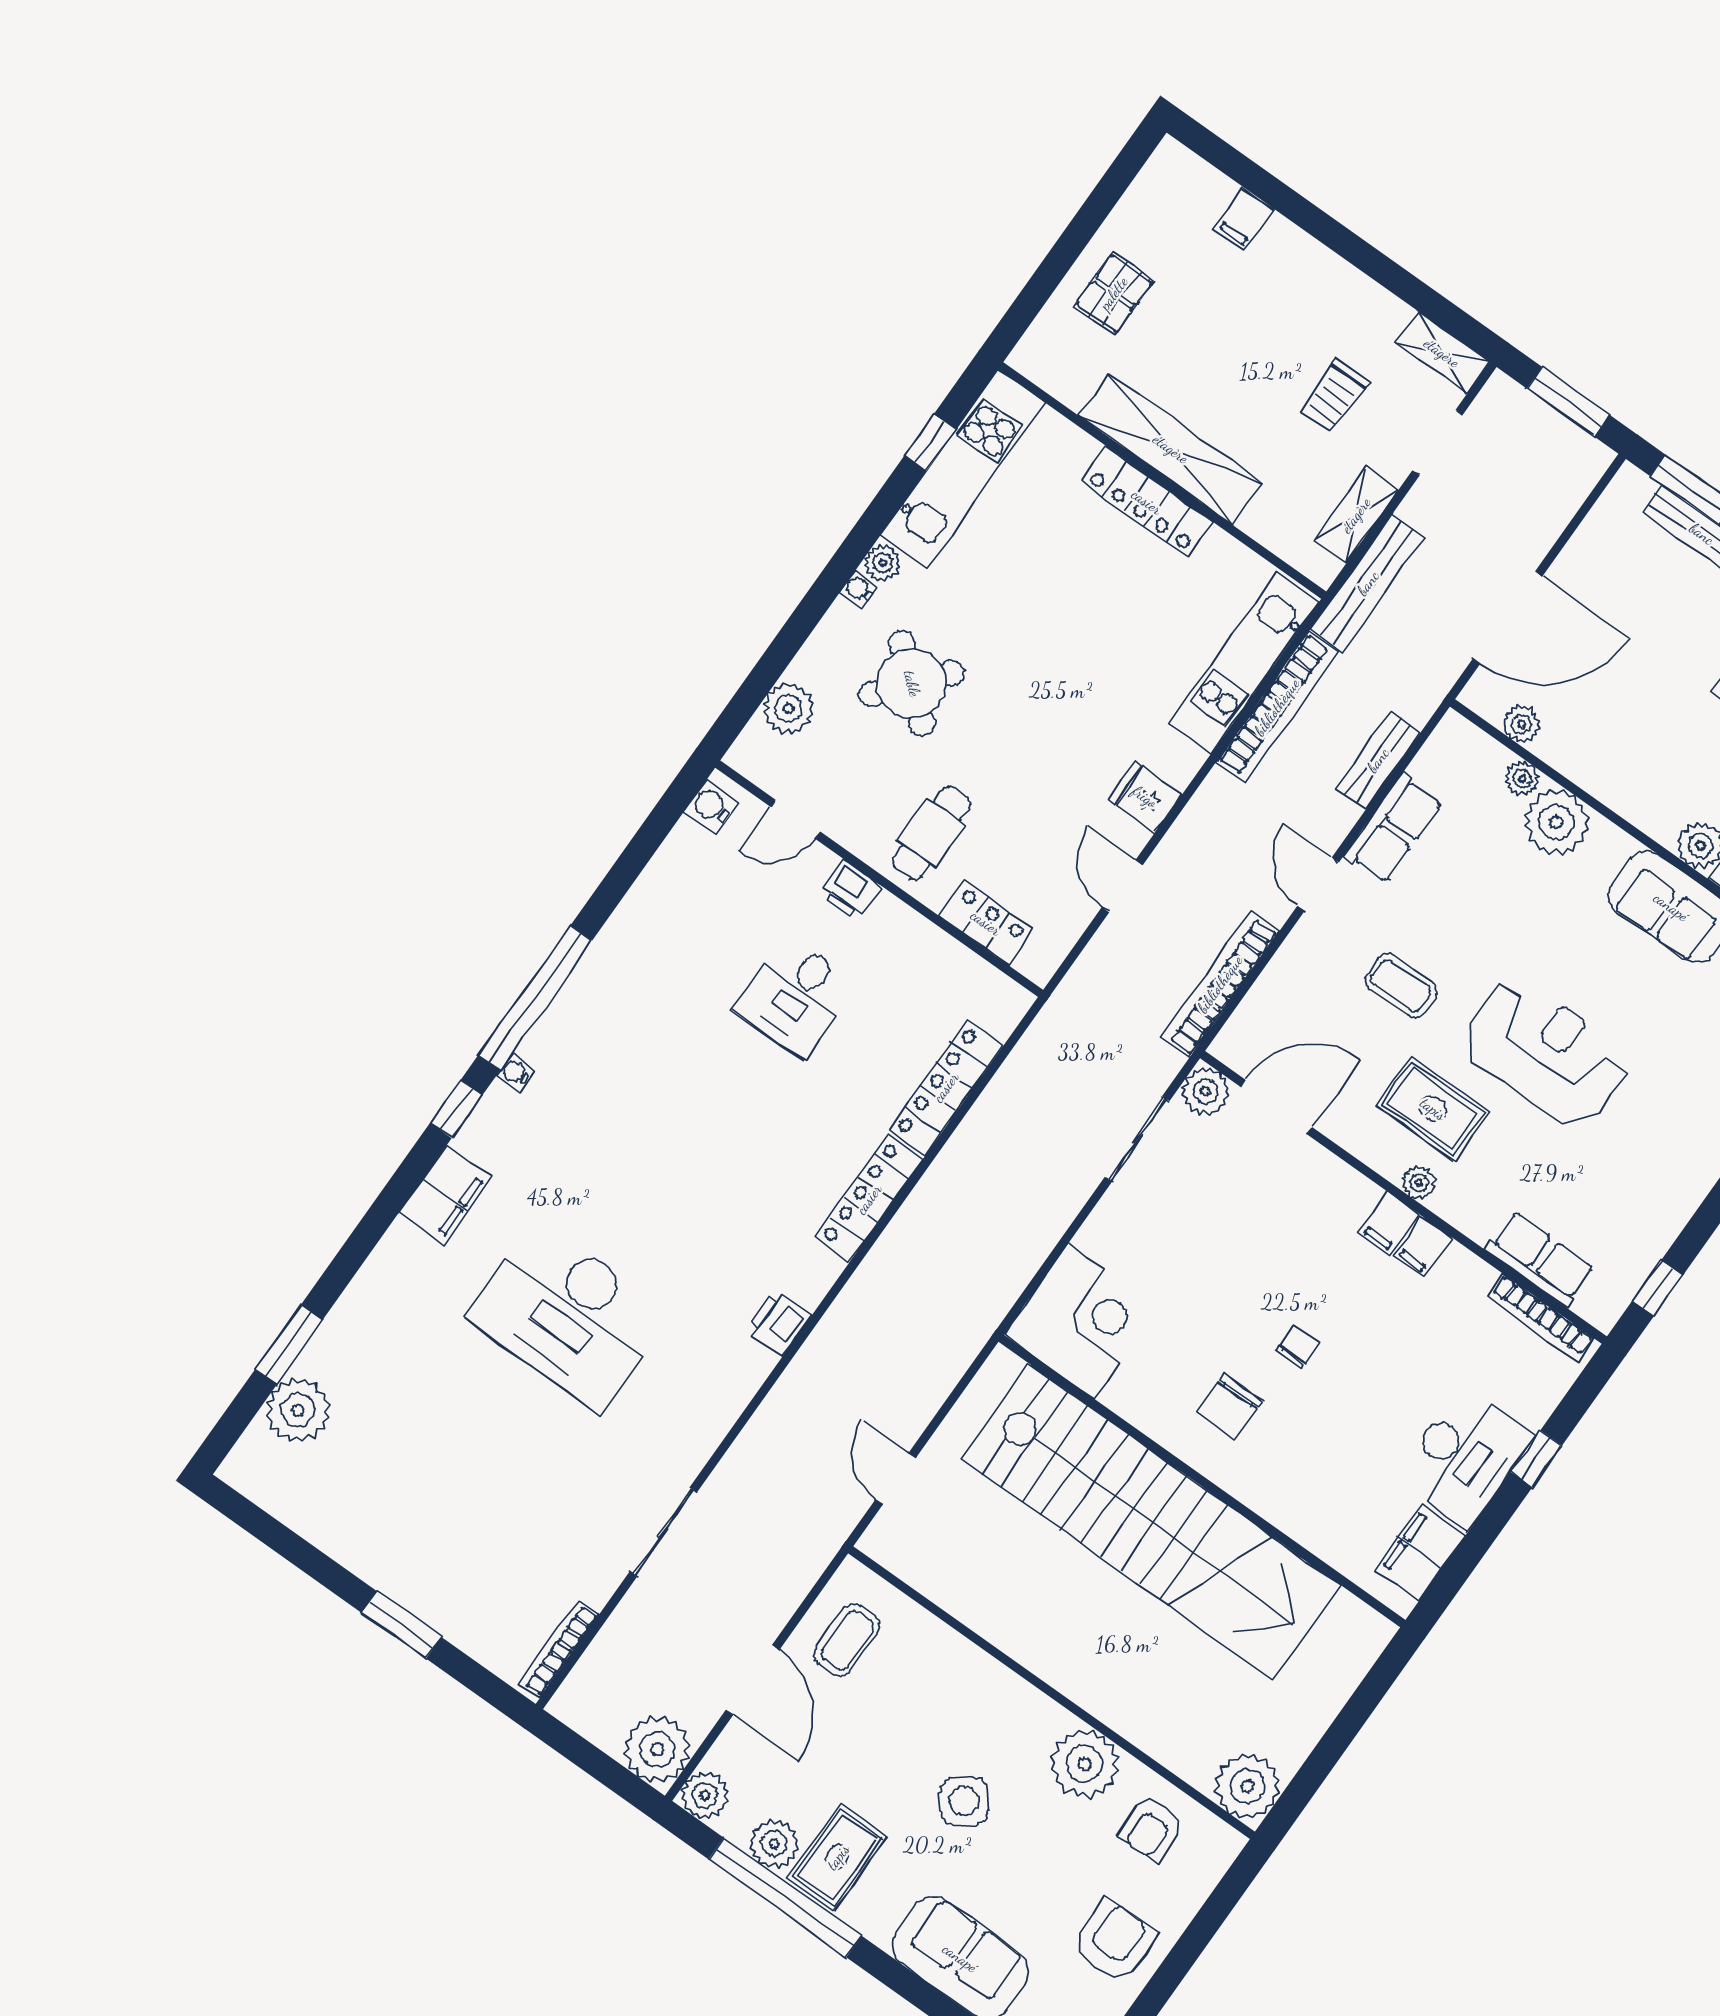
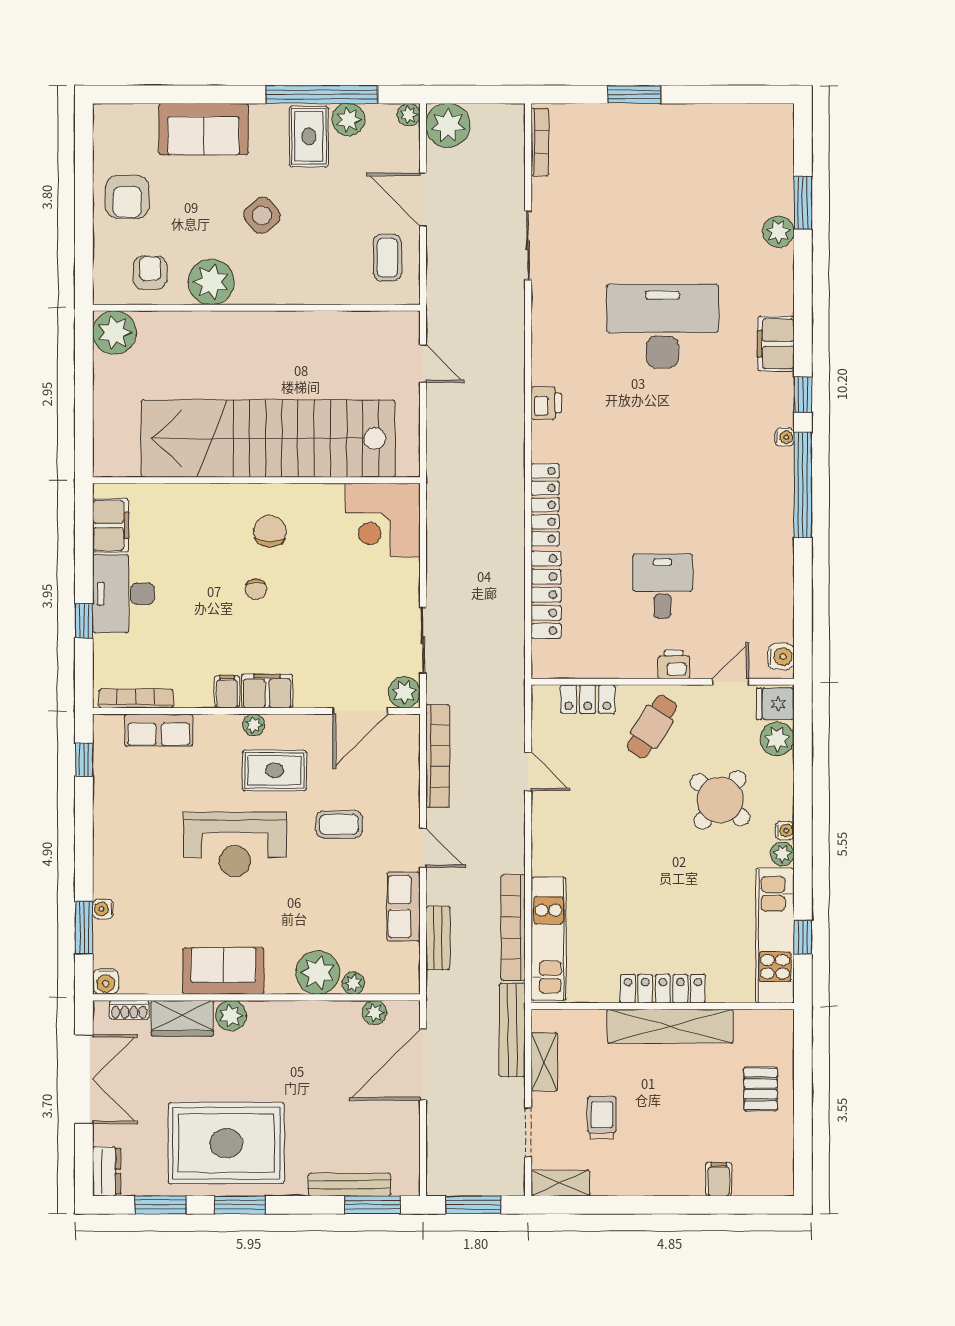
fridge: (1145, 797) -> (775, 704), moved, turned 180
cafe table: (932, 833) -> (652, 727), turned 32
filing cabinet: (1389, 1224) -> (267, 691), width x2.00
plant: (298, 1410) -> (778, 232), moved, width x0.73, depth x0.73
plant: (705, 1795) -> (409, 115), width x0.73, depth x0.73

